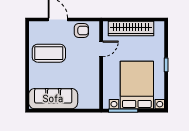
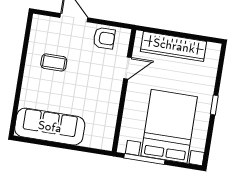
coffee table: (49, 53) -> (54, 62), width x0.54, depth x0.58

